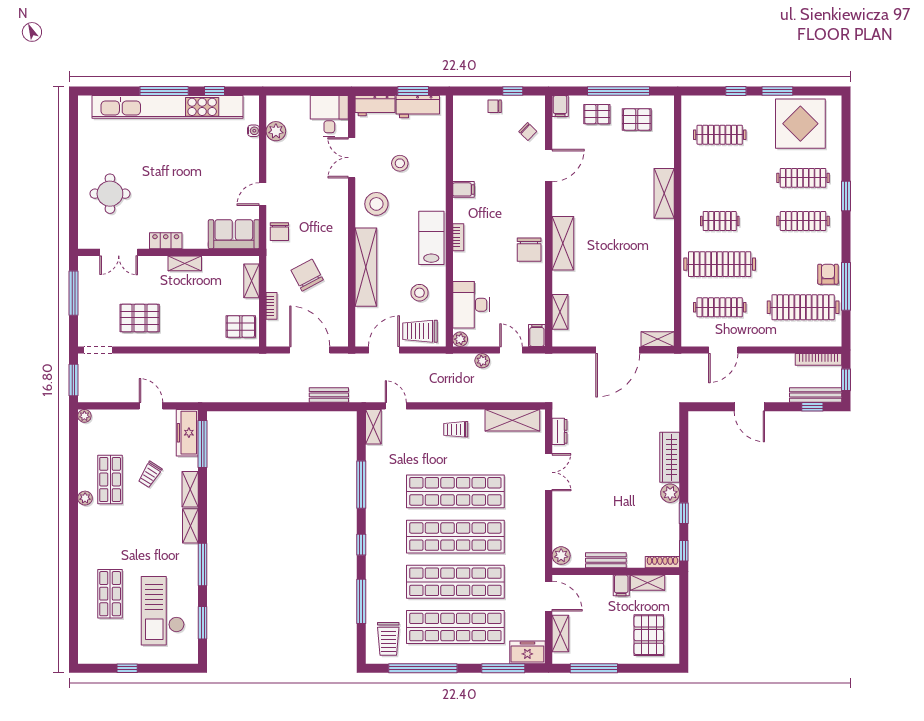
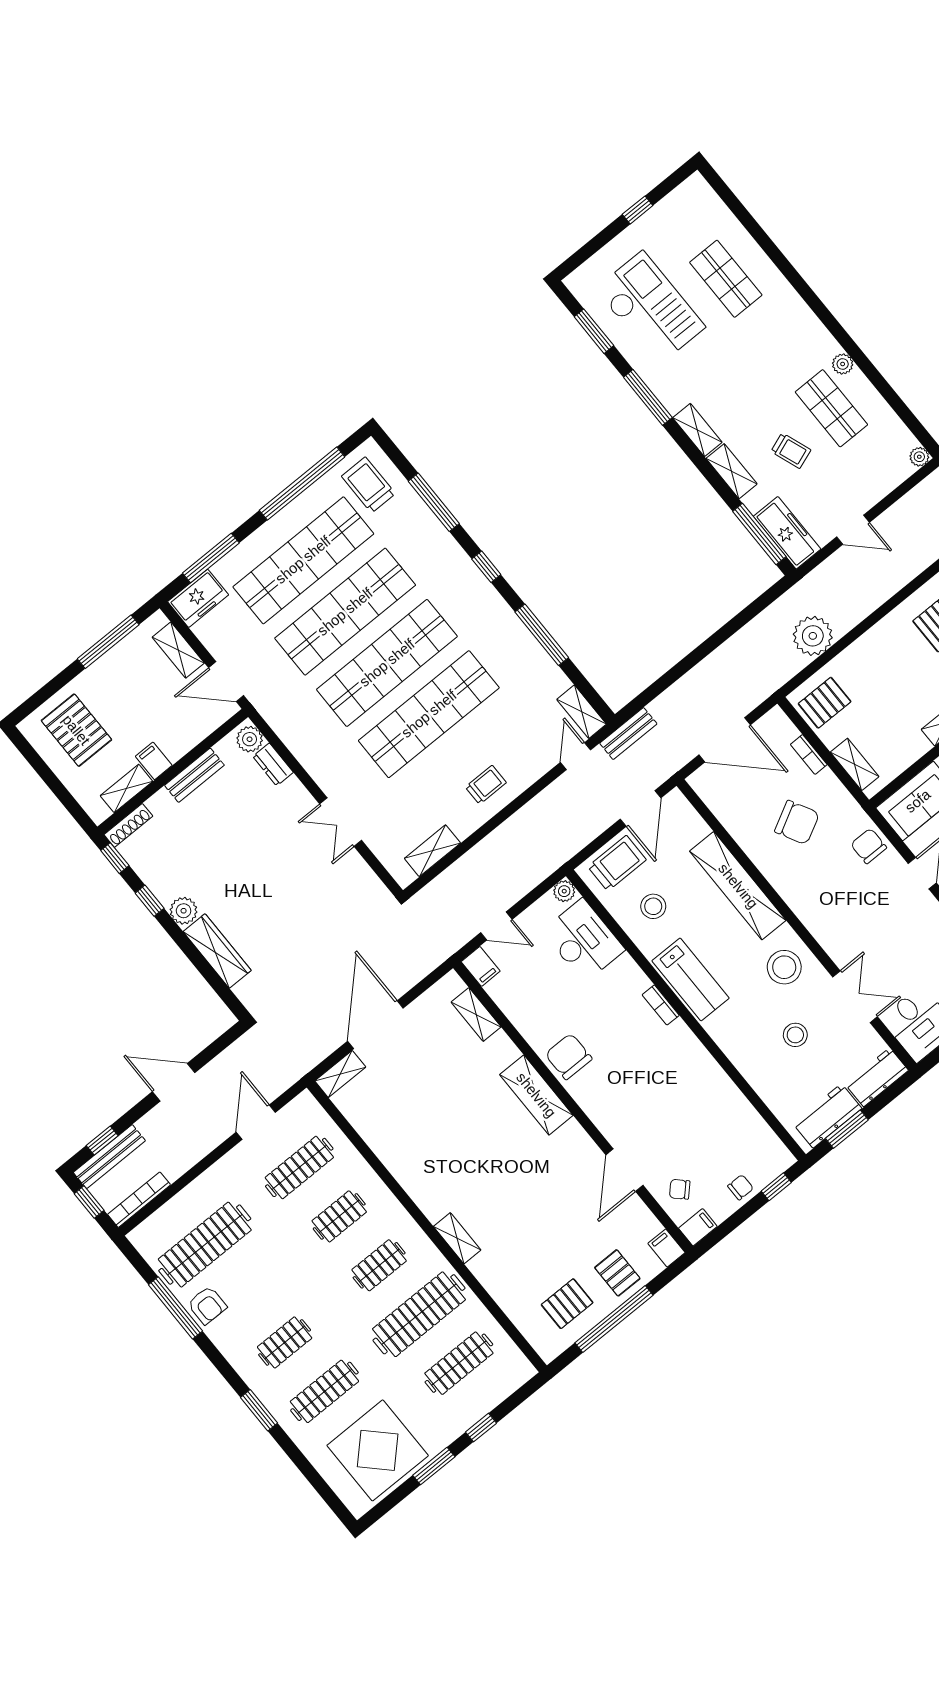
window: (513, 91) -> (776, 1187), moved
pallet: (597, 114) -> (617, 1273), turned 90
clothes rail: (720, 178) -> (419, 1314), added
filing cabinet: (463, 189) -> (698, 1227), moved, turned 180
shelving: (664, 193) -> (457, 1238), width x0.67, depth x0.75
clothes rail: (803, 221) -> (285, 1342), width x0.73
clothes rail: (720, 264) -> (339, 1216), width x0.54, depth x0.76
plant: (482, 361) -> (813, 636), moved, width x1.87, depth x1.87
bench: (329, 395) -> (628, 734), moved
door: (396, 406) -> (576, 756), swing flipped
shelving: (512, 420) -> (432, 851), width x0.67, depth x0.75
dresser: (560, 431) -> (273, 764), moved
trolley: (150, 475) -> (791, 451), turned 128

